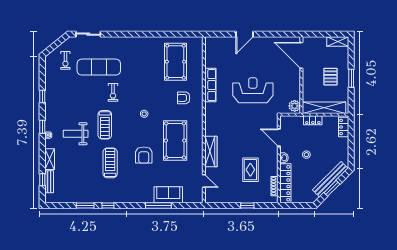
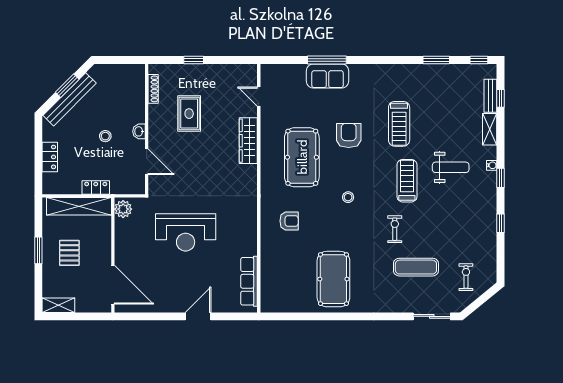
pool table: (175, 62) -> (333, 279), moved
exercise mat: (99, 67) -> (416, 267), width x0.73, depth x0.69
row of seats: (210, 85) -> (249, 281), moved
locker: (344, 127) -> (50, 157), moved
locker: (285, 183) -> (137, 93), removed
sofa: (168, 195) -> (328, 76), moved
window: (108, 205) -> (479, 60), moved

